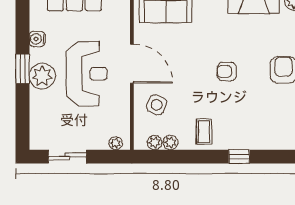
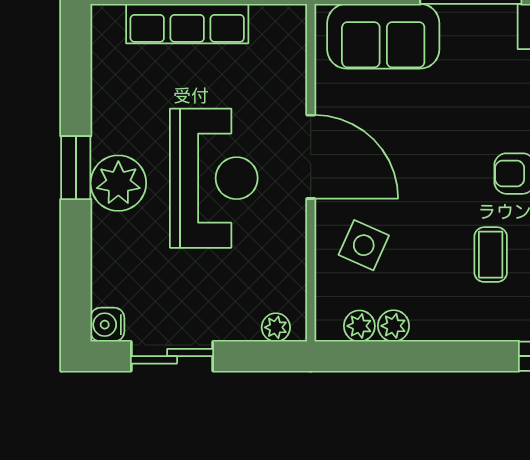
water cooler: (37, 39) -> (107, 325), moved
coffee table: (204, 132) -> (491, 255), moved

